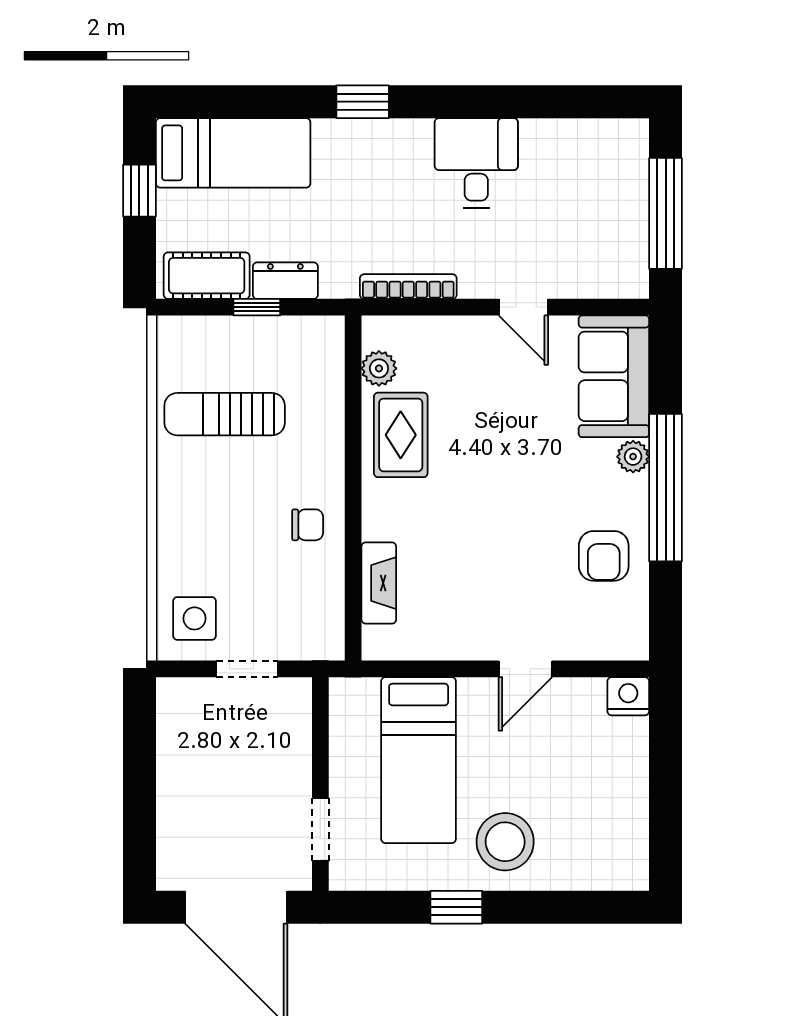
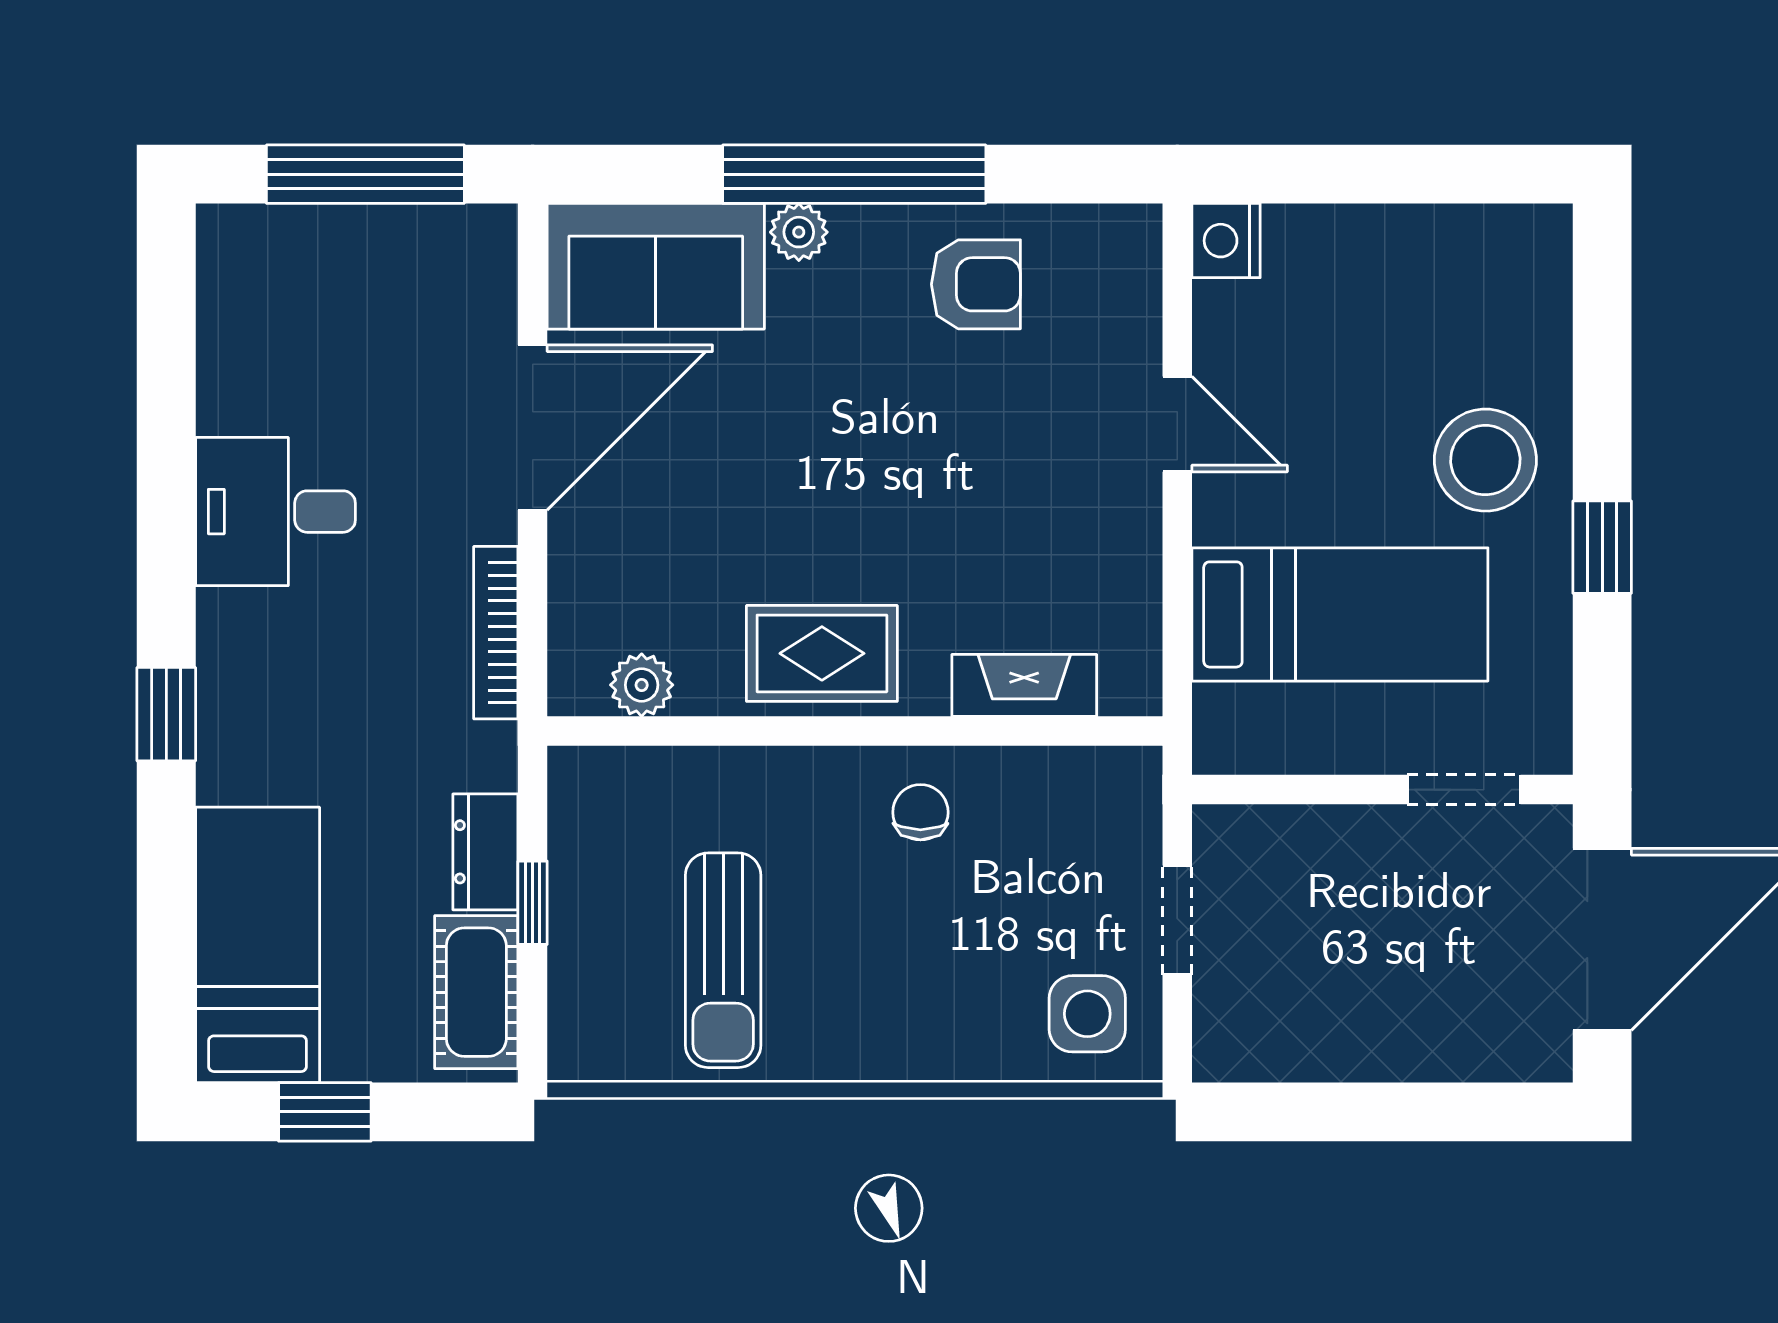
door: (523, 307) -> (533, 428), width x1.87
rug: (401, 435) -> (822, 653), moved

